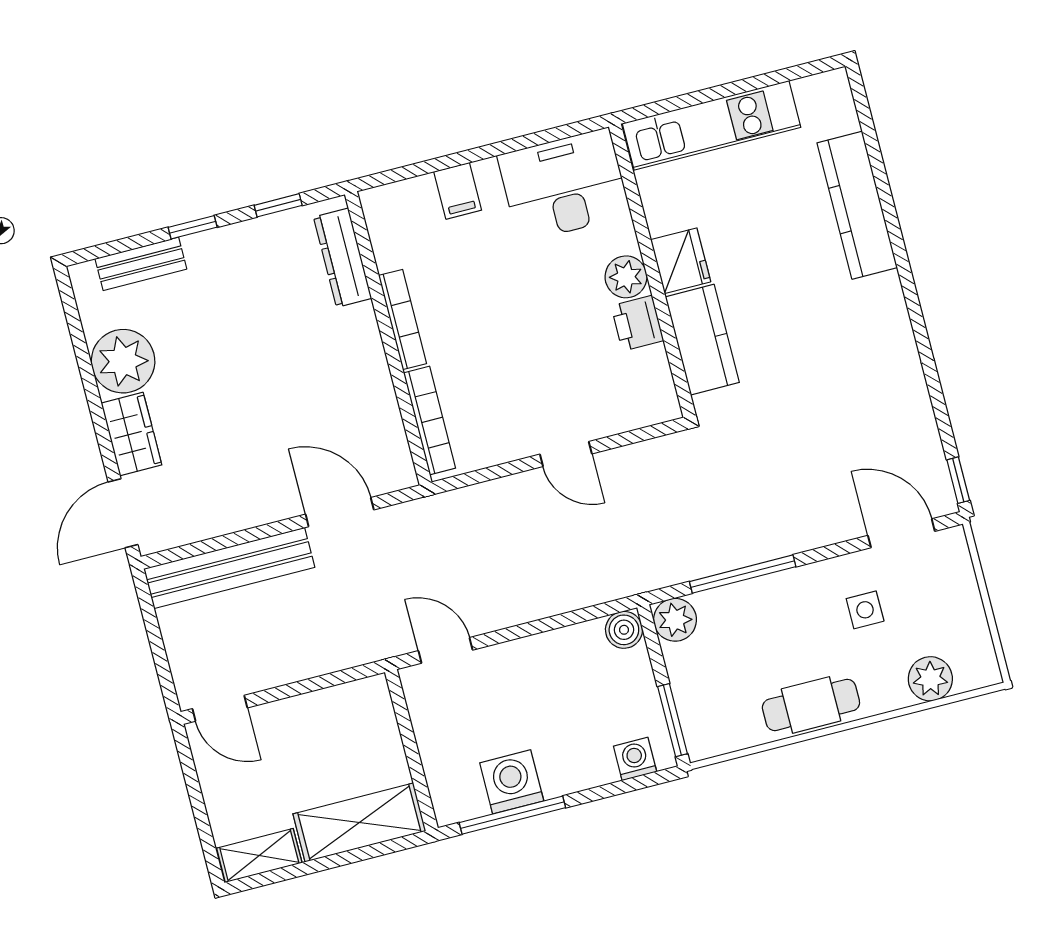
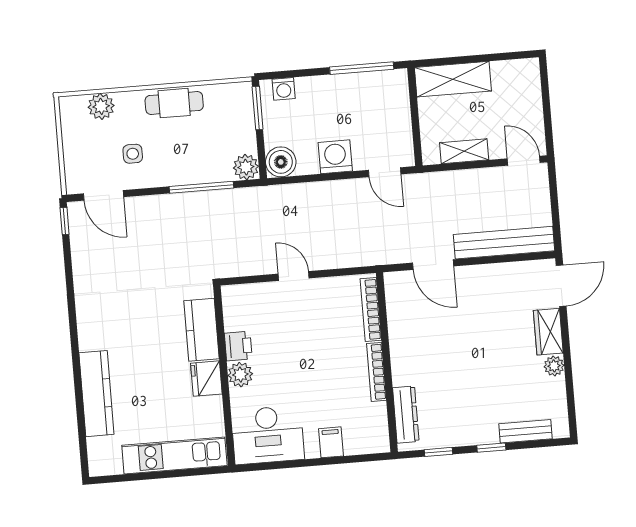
plant: (123, 361) -> (554, 366), width x0.53, depth x0.53
boiler: (624, 630) -> (281, 162), width x1.36, depth x1.36
washing machine: (512, 782) -> (335, 157), moved, turned 180
shelving: (259, 856) -> (464, 151), moved

